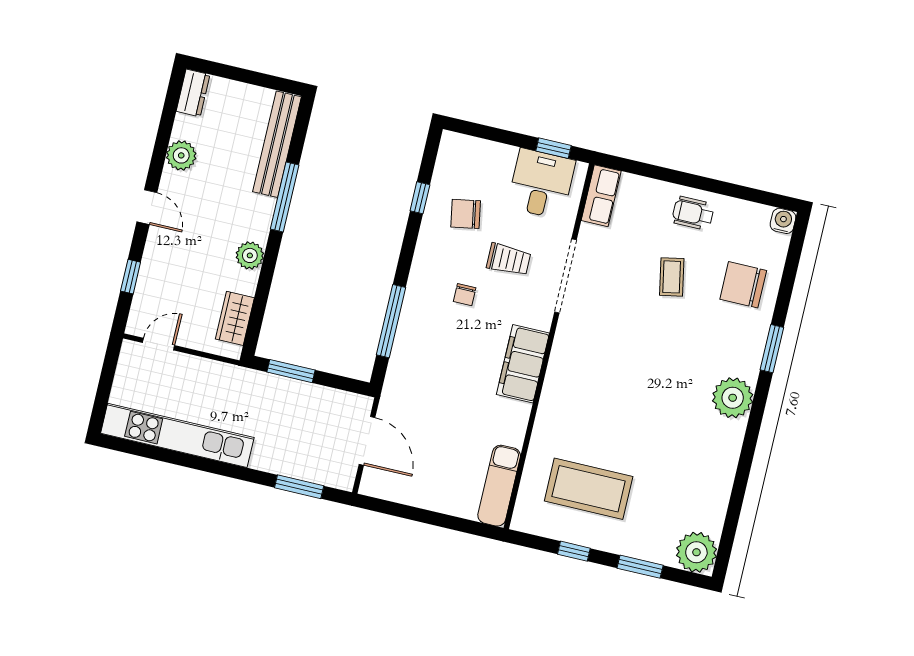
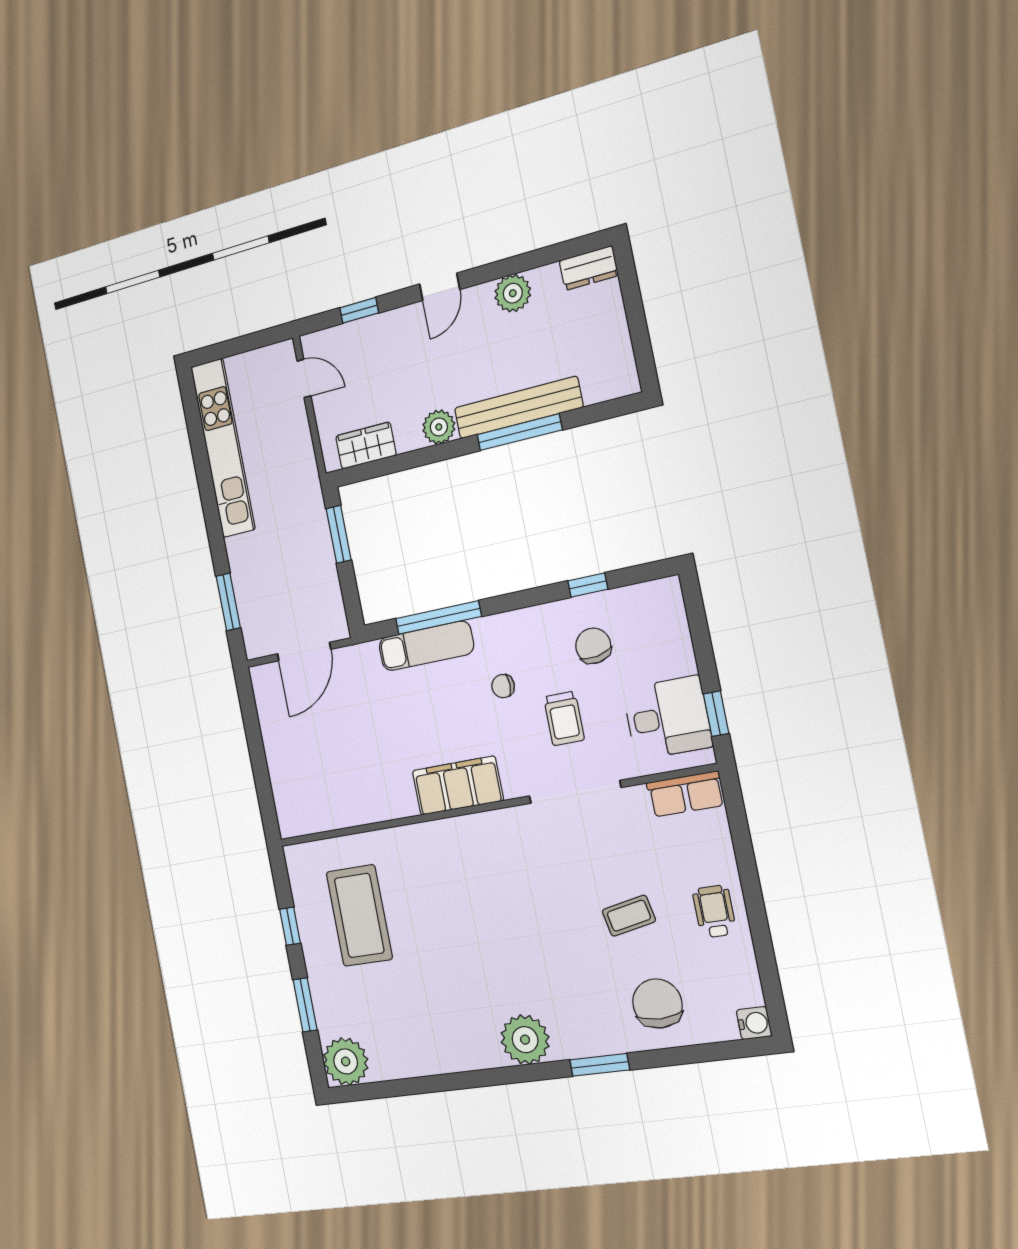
bench: (277, 144) -> (518, 408), moved
exam couch: (499, 486) -> (426, 646), moved, turned 180

